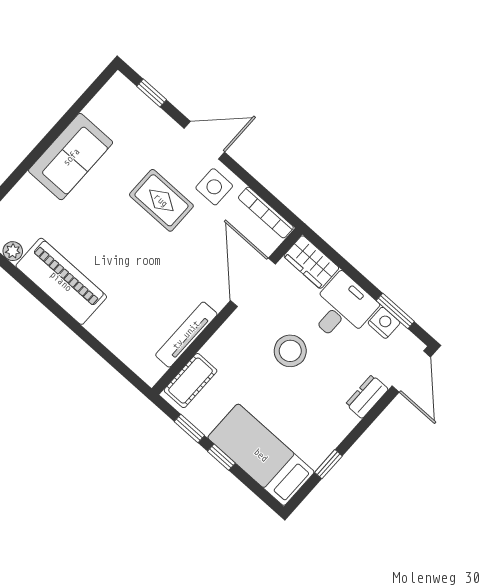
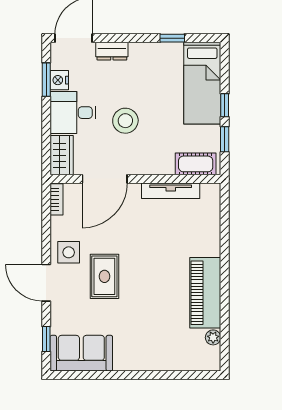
sofa: (71, 157) -> (81, 353), moved
bookcase: (266, 213) -> (56, 199), width x0.64

